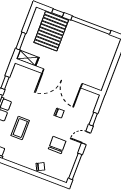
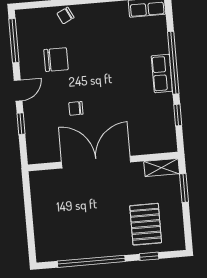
pallet: (51, 31) -> (146, 224), width x0.73, depth x0.71
coffee table: (20, 128) -> (123, 59), removed
chair: (57, 145) -> (56, 60), turned -90

